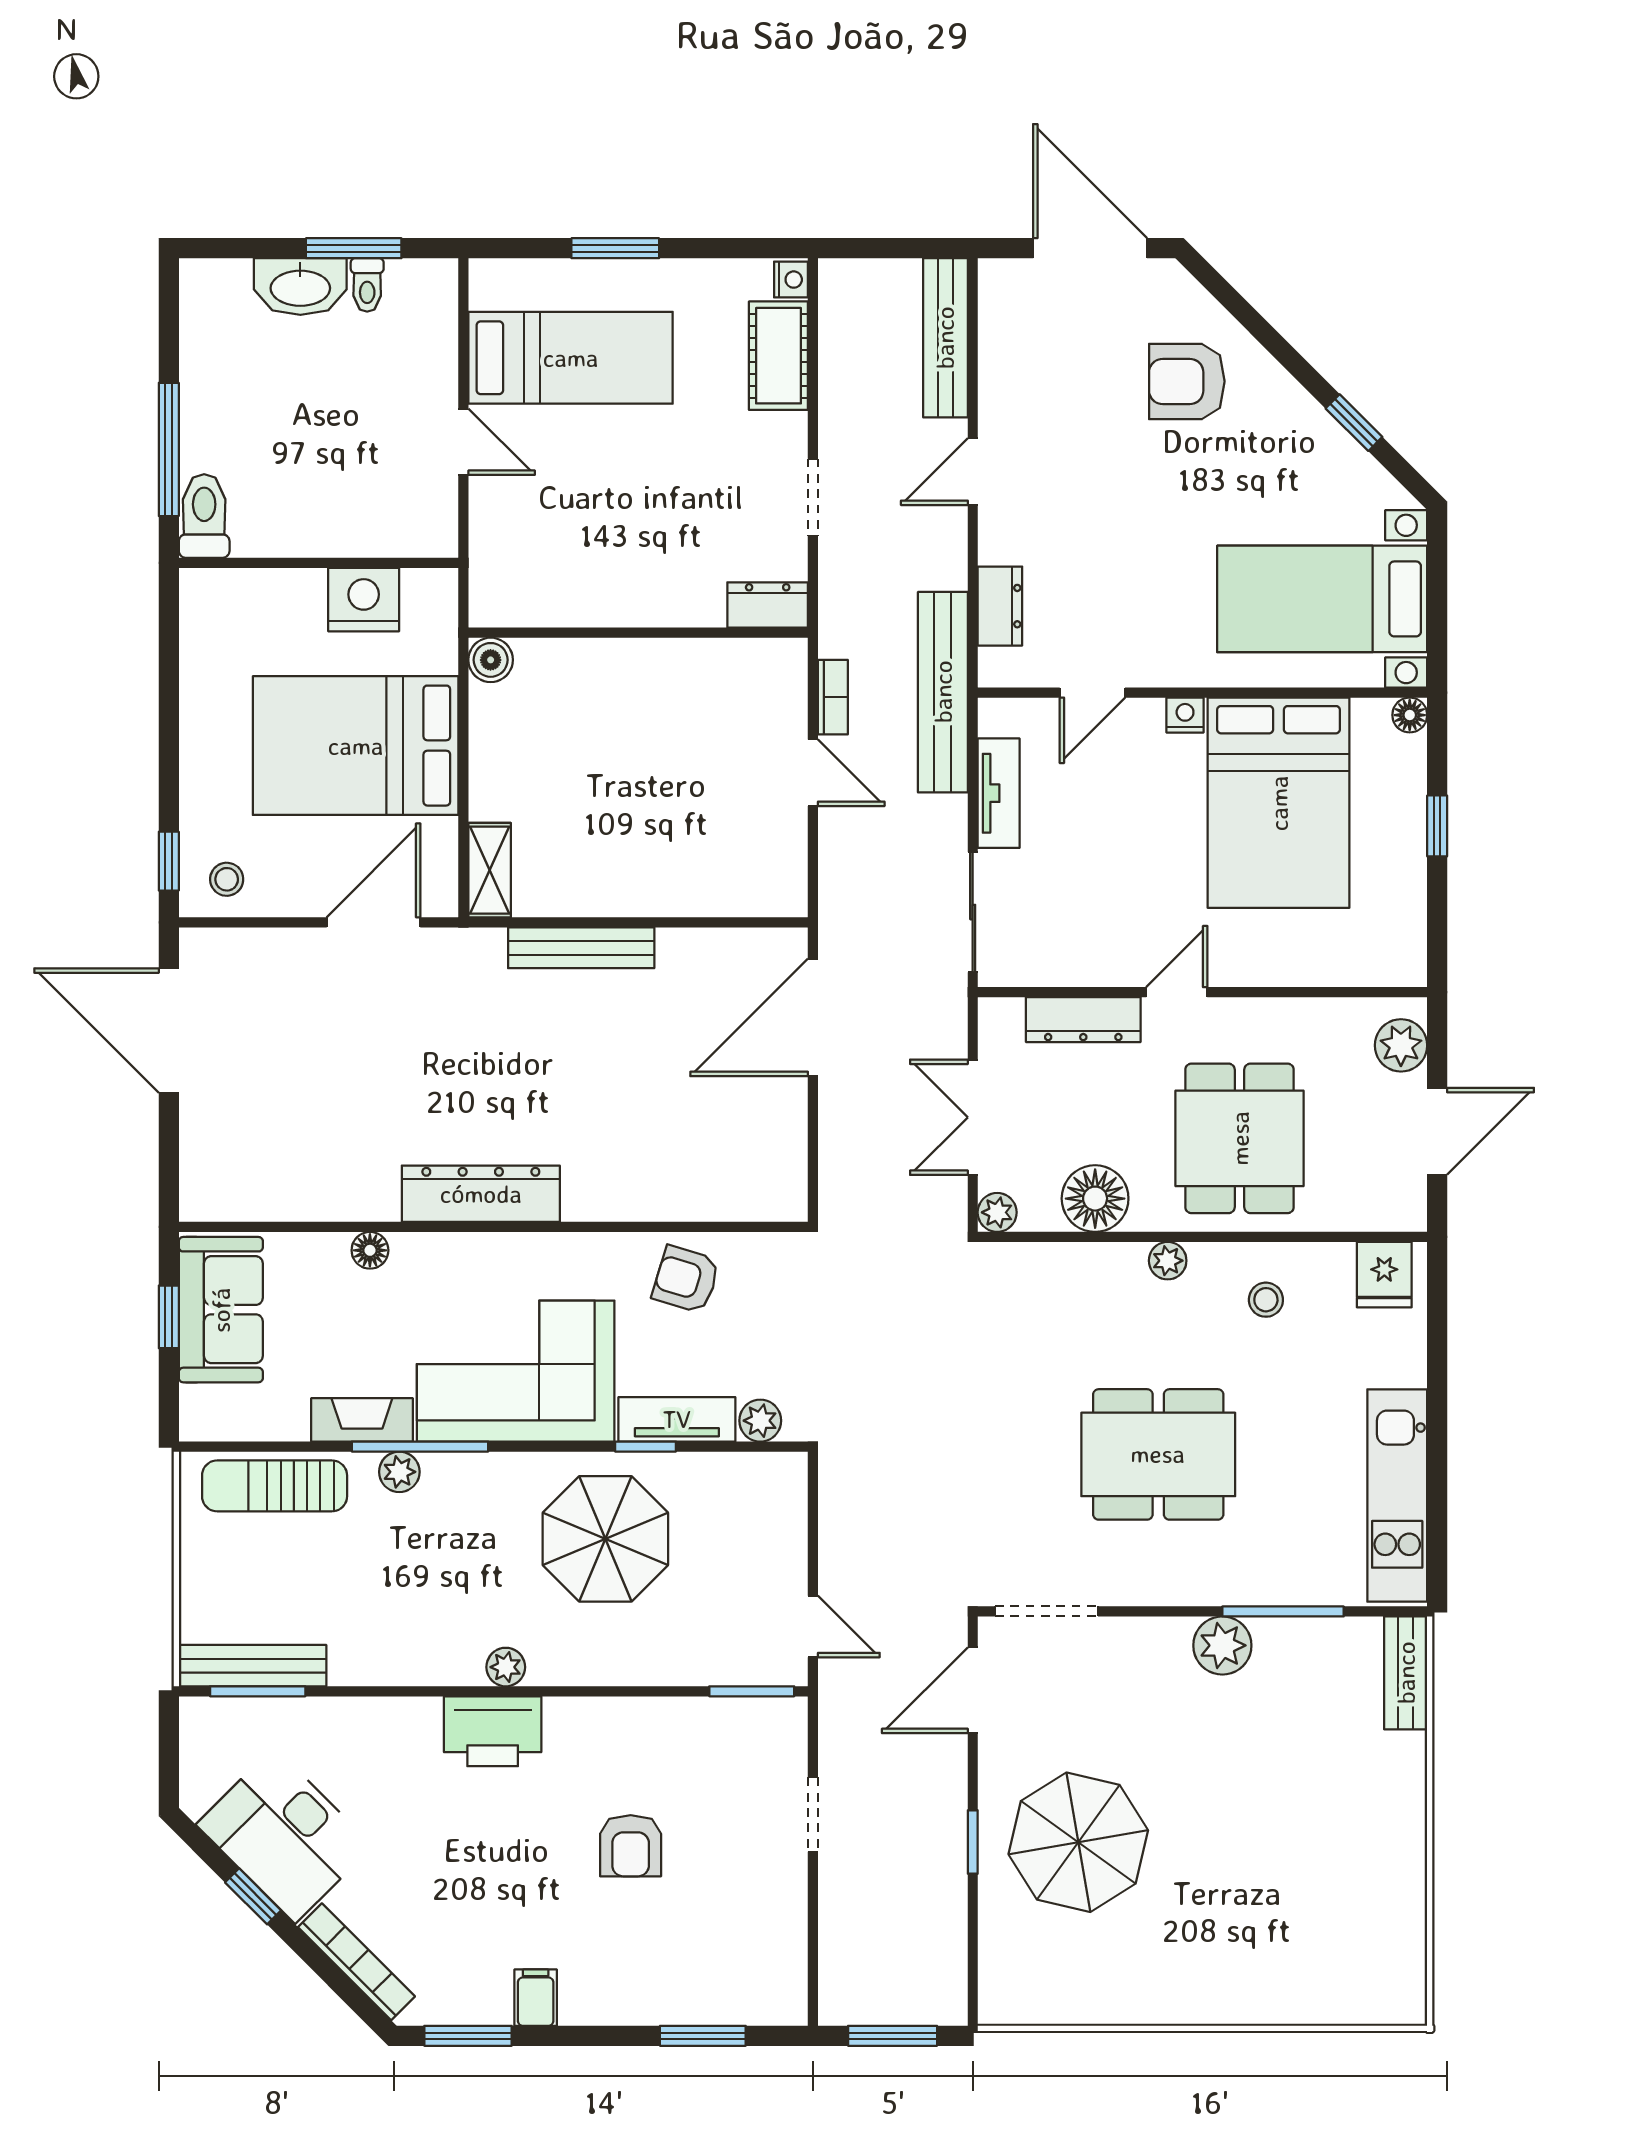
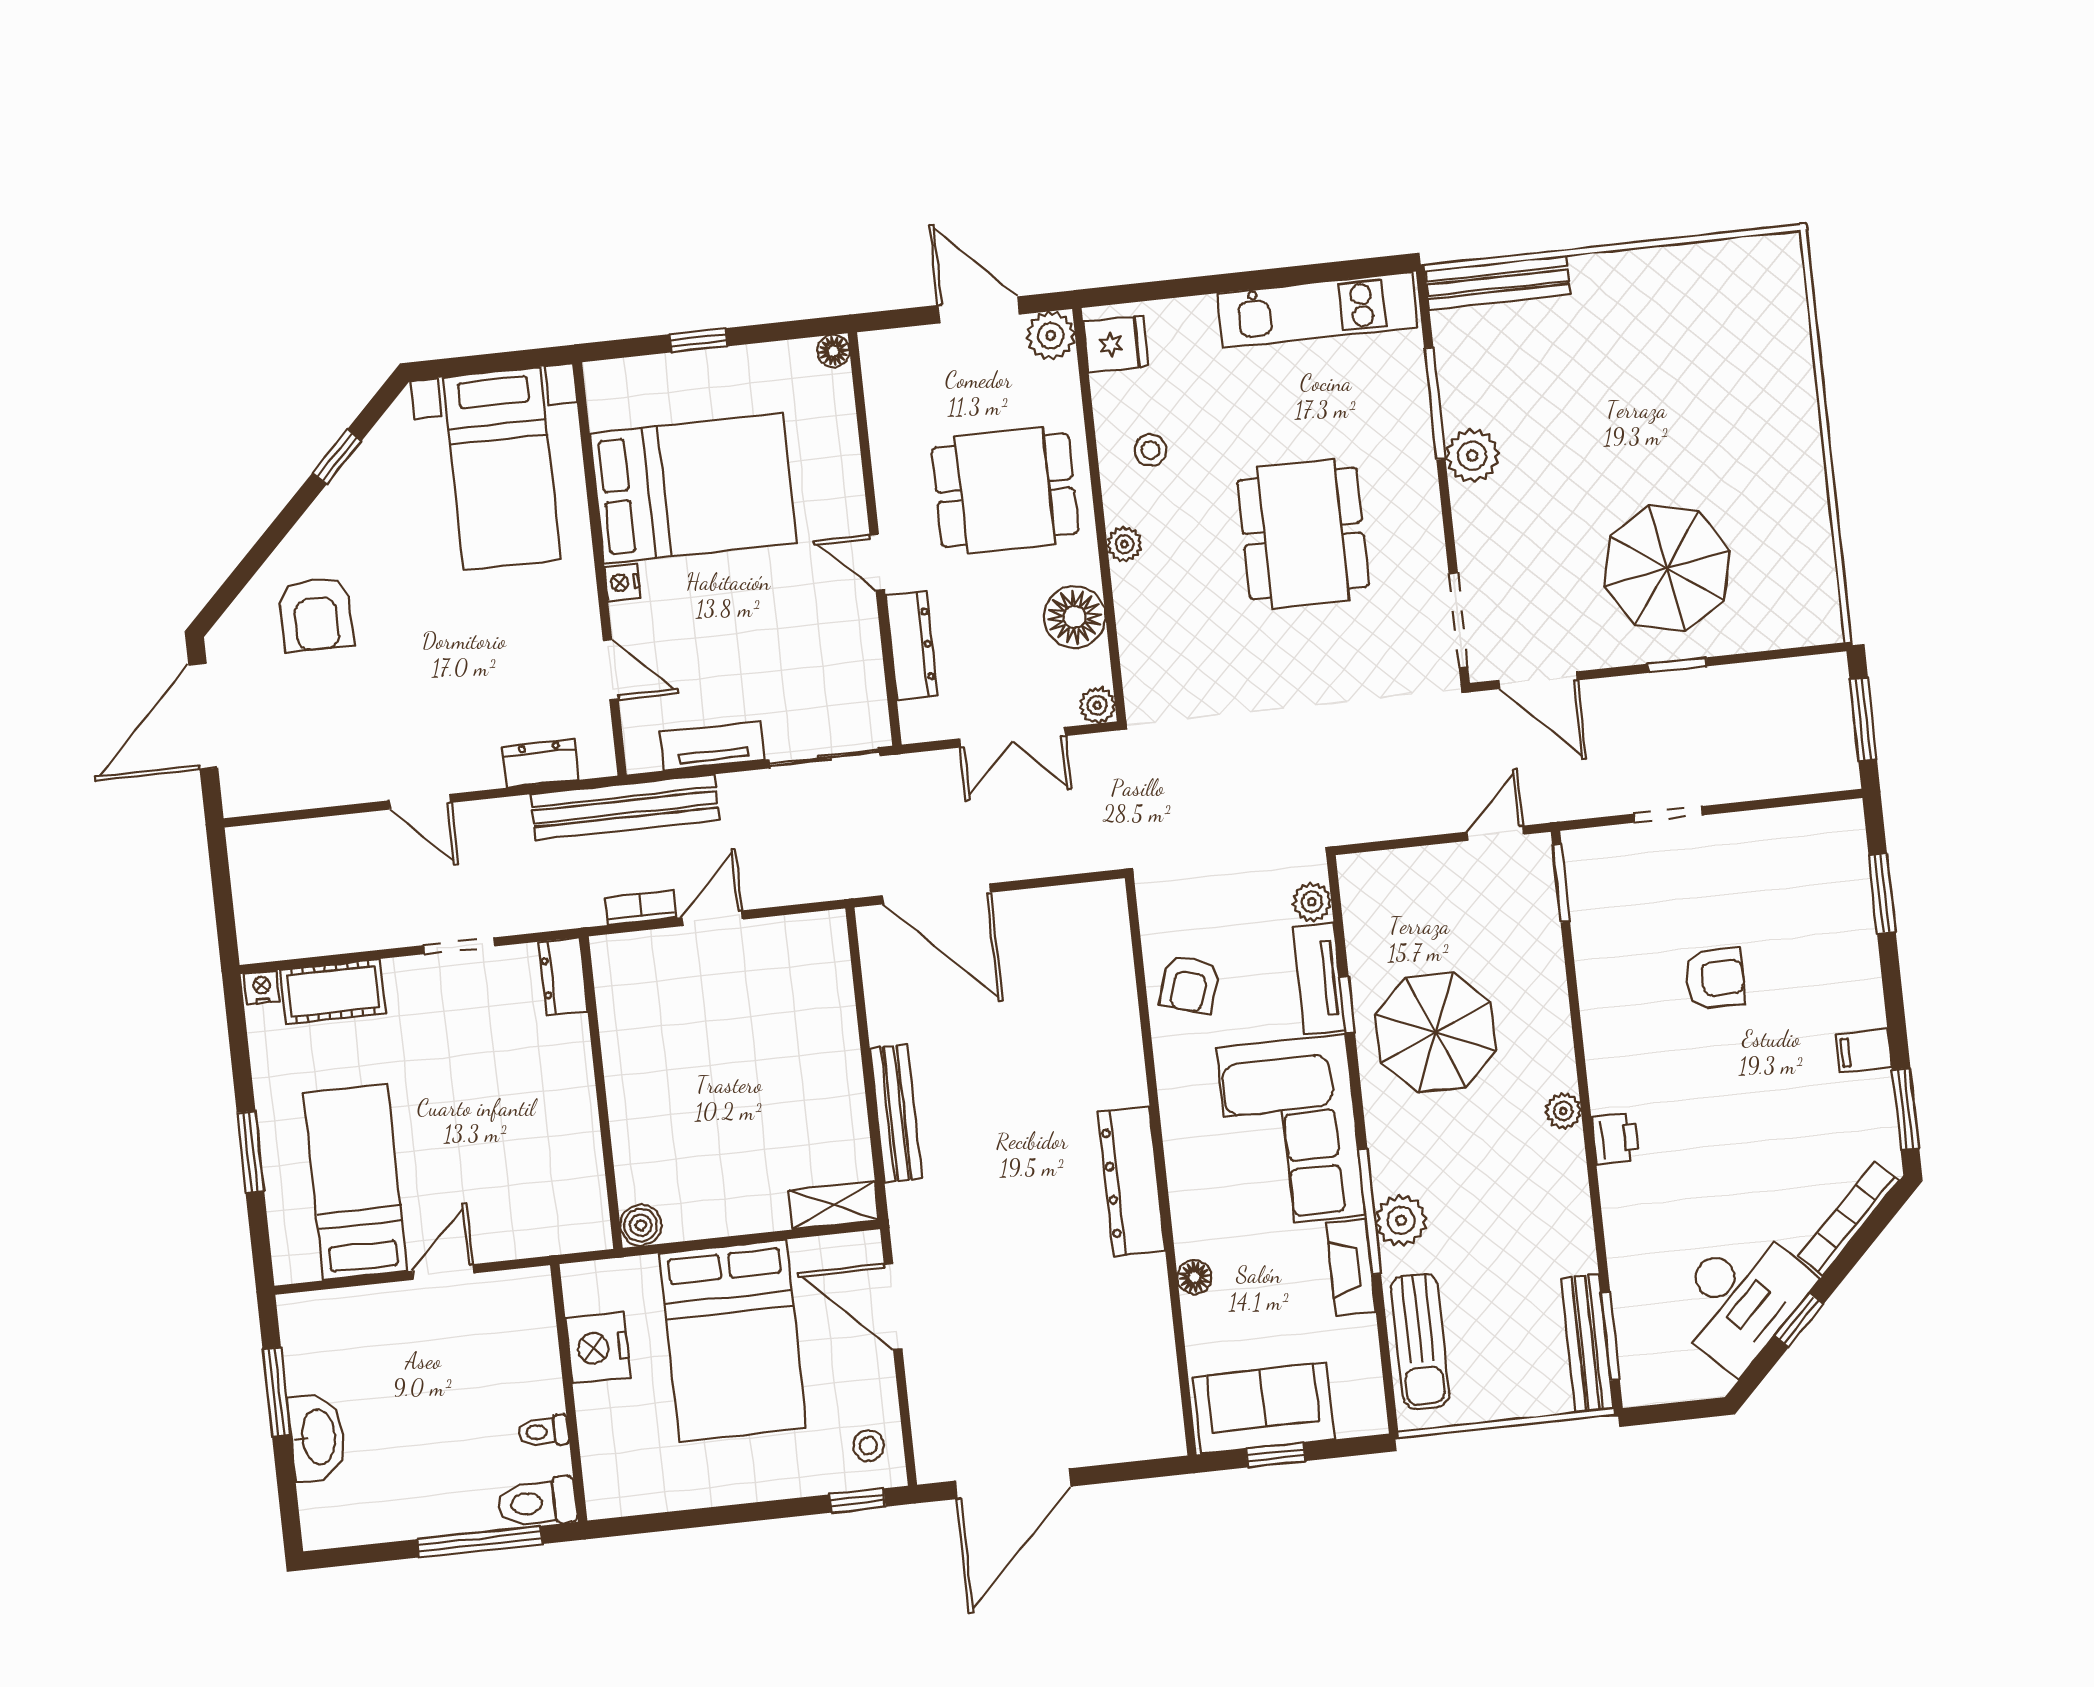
toilet: (367, 285) -> (543, 1431), moved, turned 180
bench: (945, 338) -> (300, 840), removed
floor lamp: (1410, 715) -> (833, 351), moved
plant: (1401, 1045) -> (1051, 336), moved
plant: (399, 1472) -> (1401, 1220), width x1.38, depth x1.38
bench: (1406, 1673) -> (1498, 283), width x1.36
printer: (493, 1731) -> (1615, 1139), width x0.53, depth x0.68

